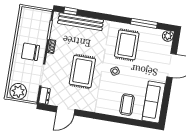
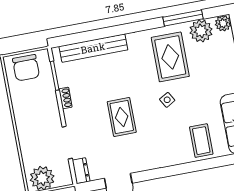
window: (71, 11) -> (74, 39), removed
plant: (152, 36) -> (201, 31), added
chair: (30, 52) -> (26, 68), moved, turned -90
rug: (82, 71) -> (122, 117), width x0.73, depth x0.70

